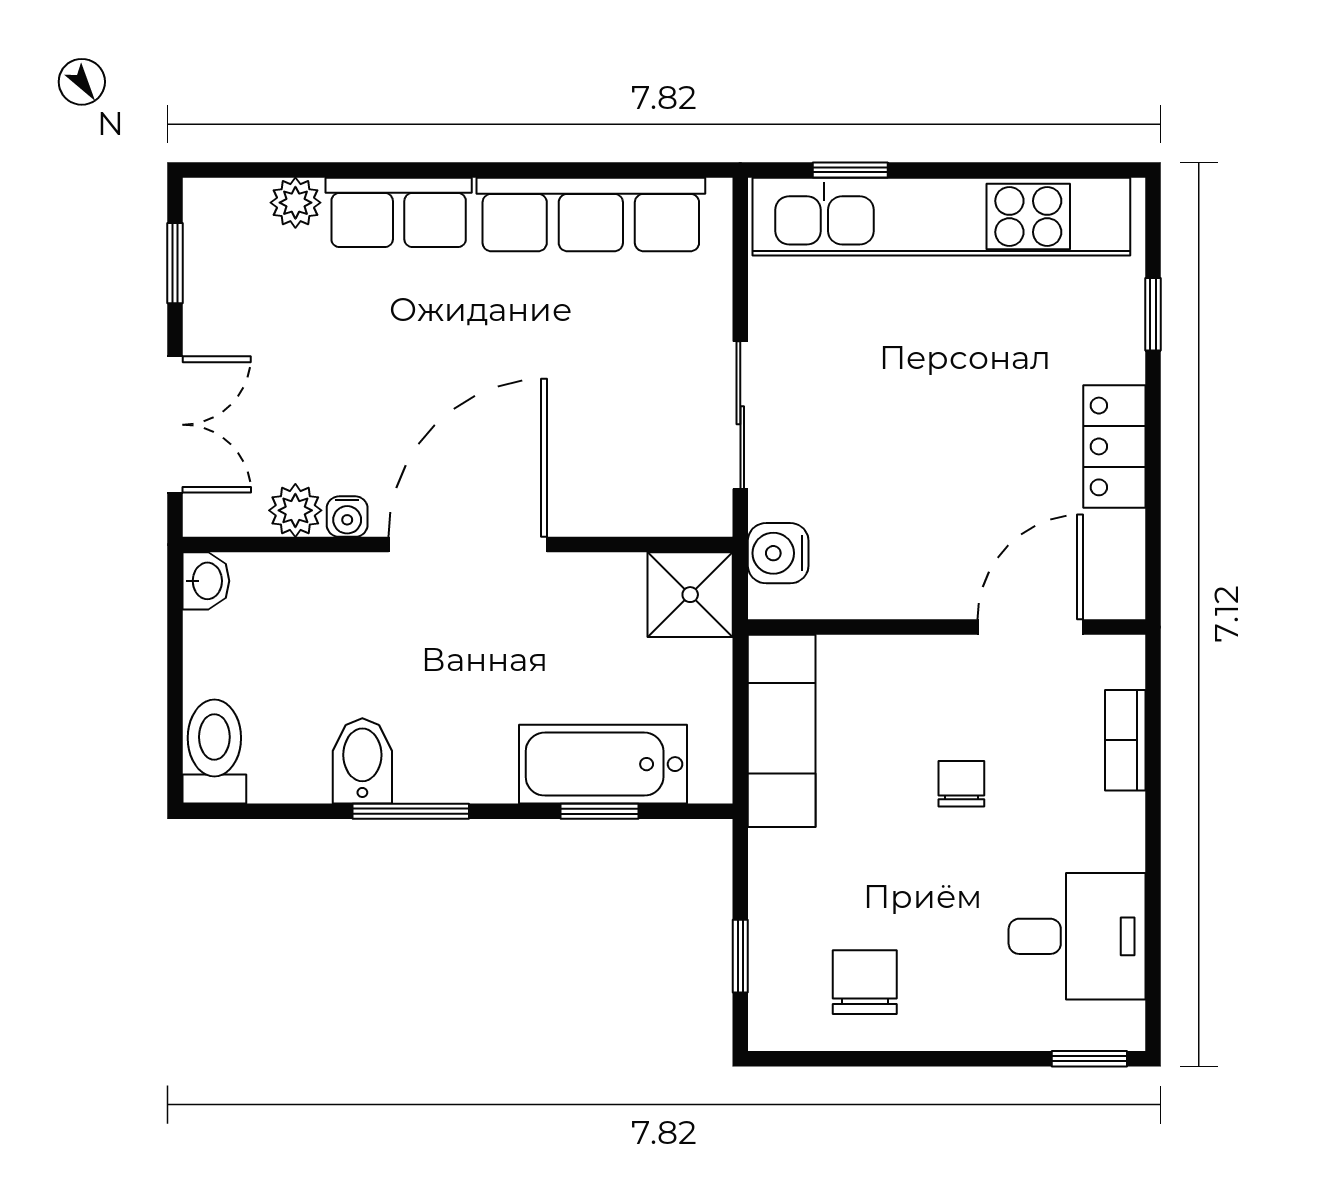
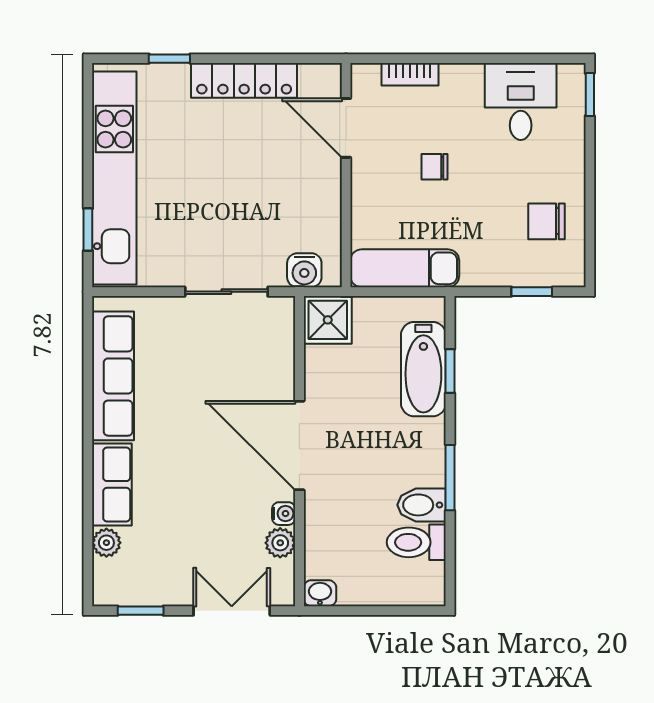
locker: (1114, 446) -> (244, 80), width x1.53
toilet: (214, 752) -> (416, 542), moved

